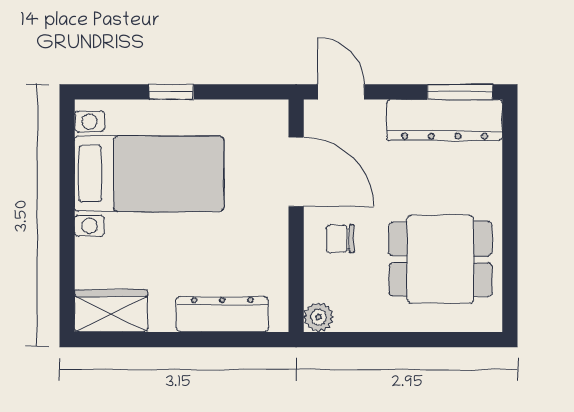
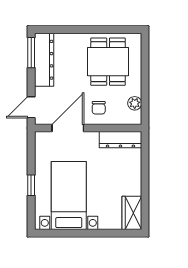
dresser: (222, 314) -> (120, 140), moved, turned -90
plant: (318, 317) -> (135, 103), moved

